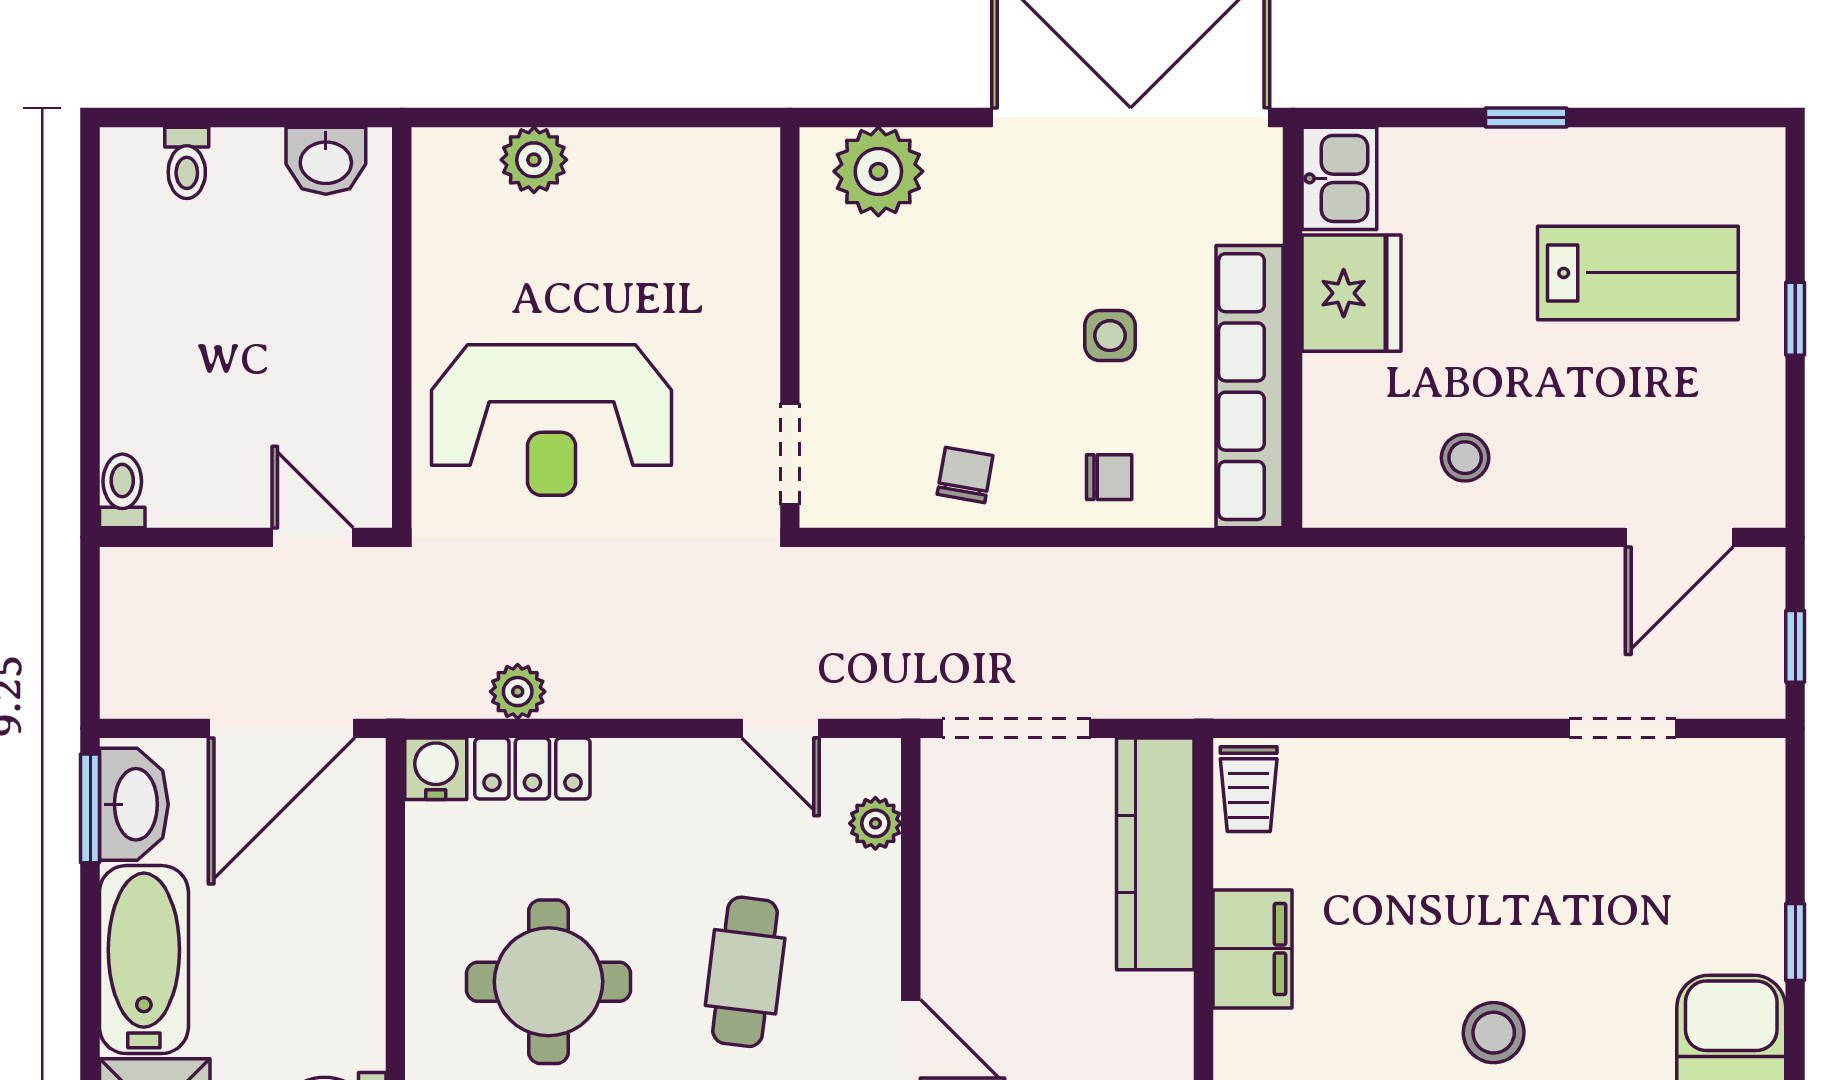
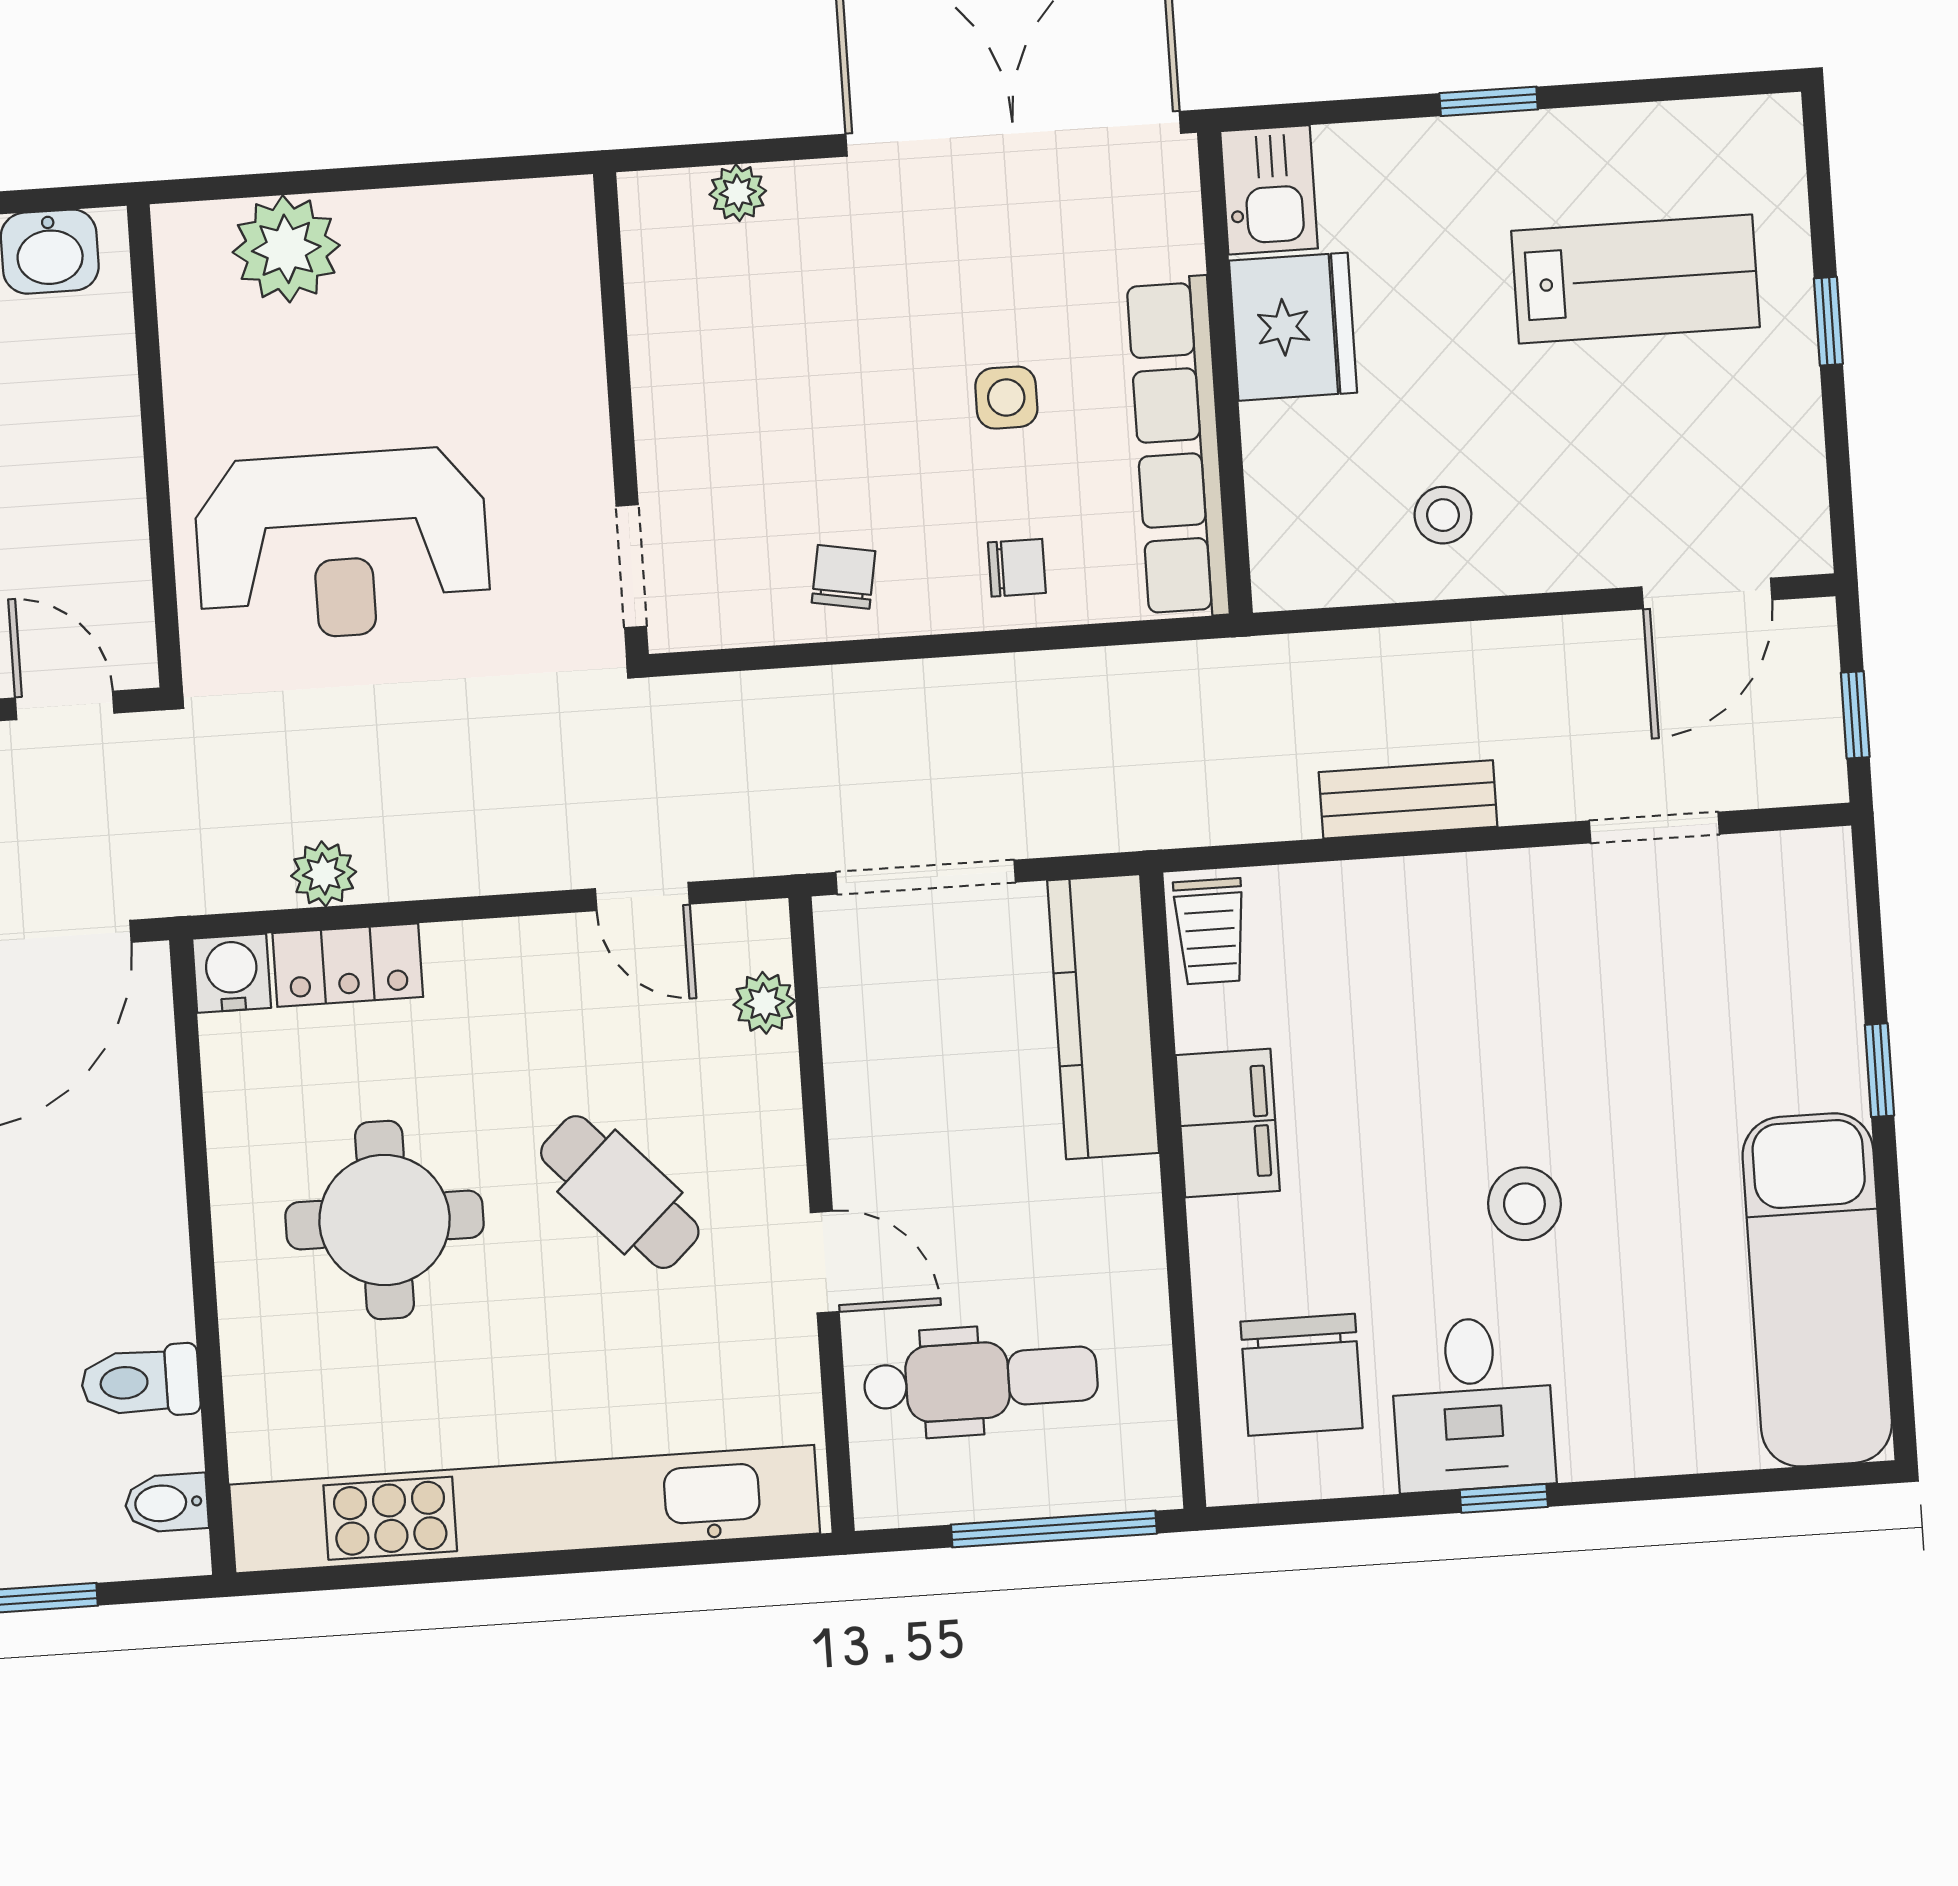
plant: (534, 160) -> (286, 249), width x1.36, depth x1.36
plant: (878, 171) -> (738, 193), width x0.53, depth x0.53
bench: (1420, 691) -> (1408, 799), added
cafe table: (745, 972) -> (620, 1192), turned -50

